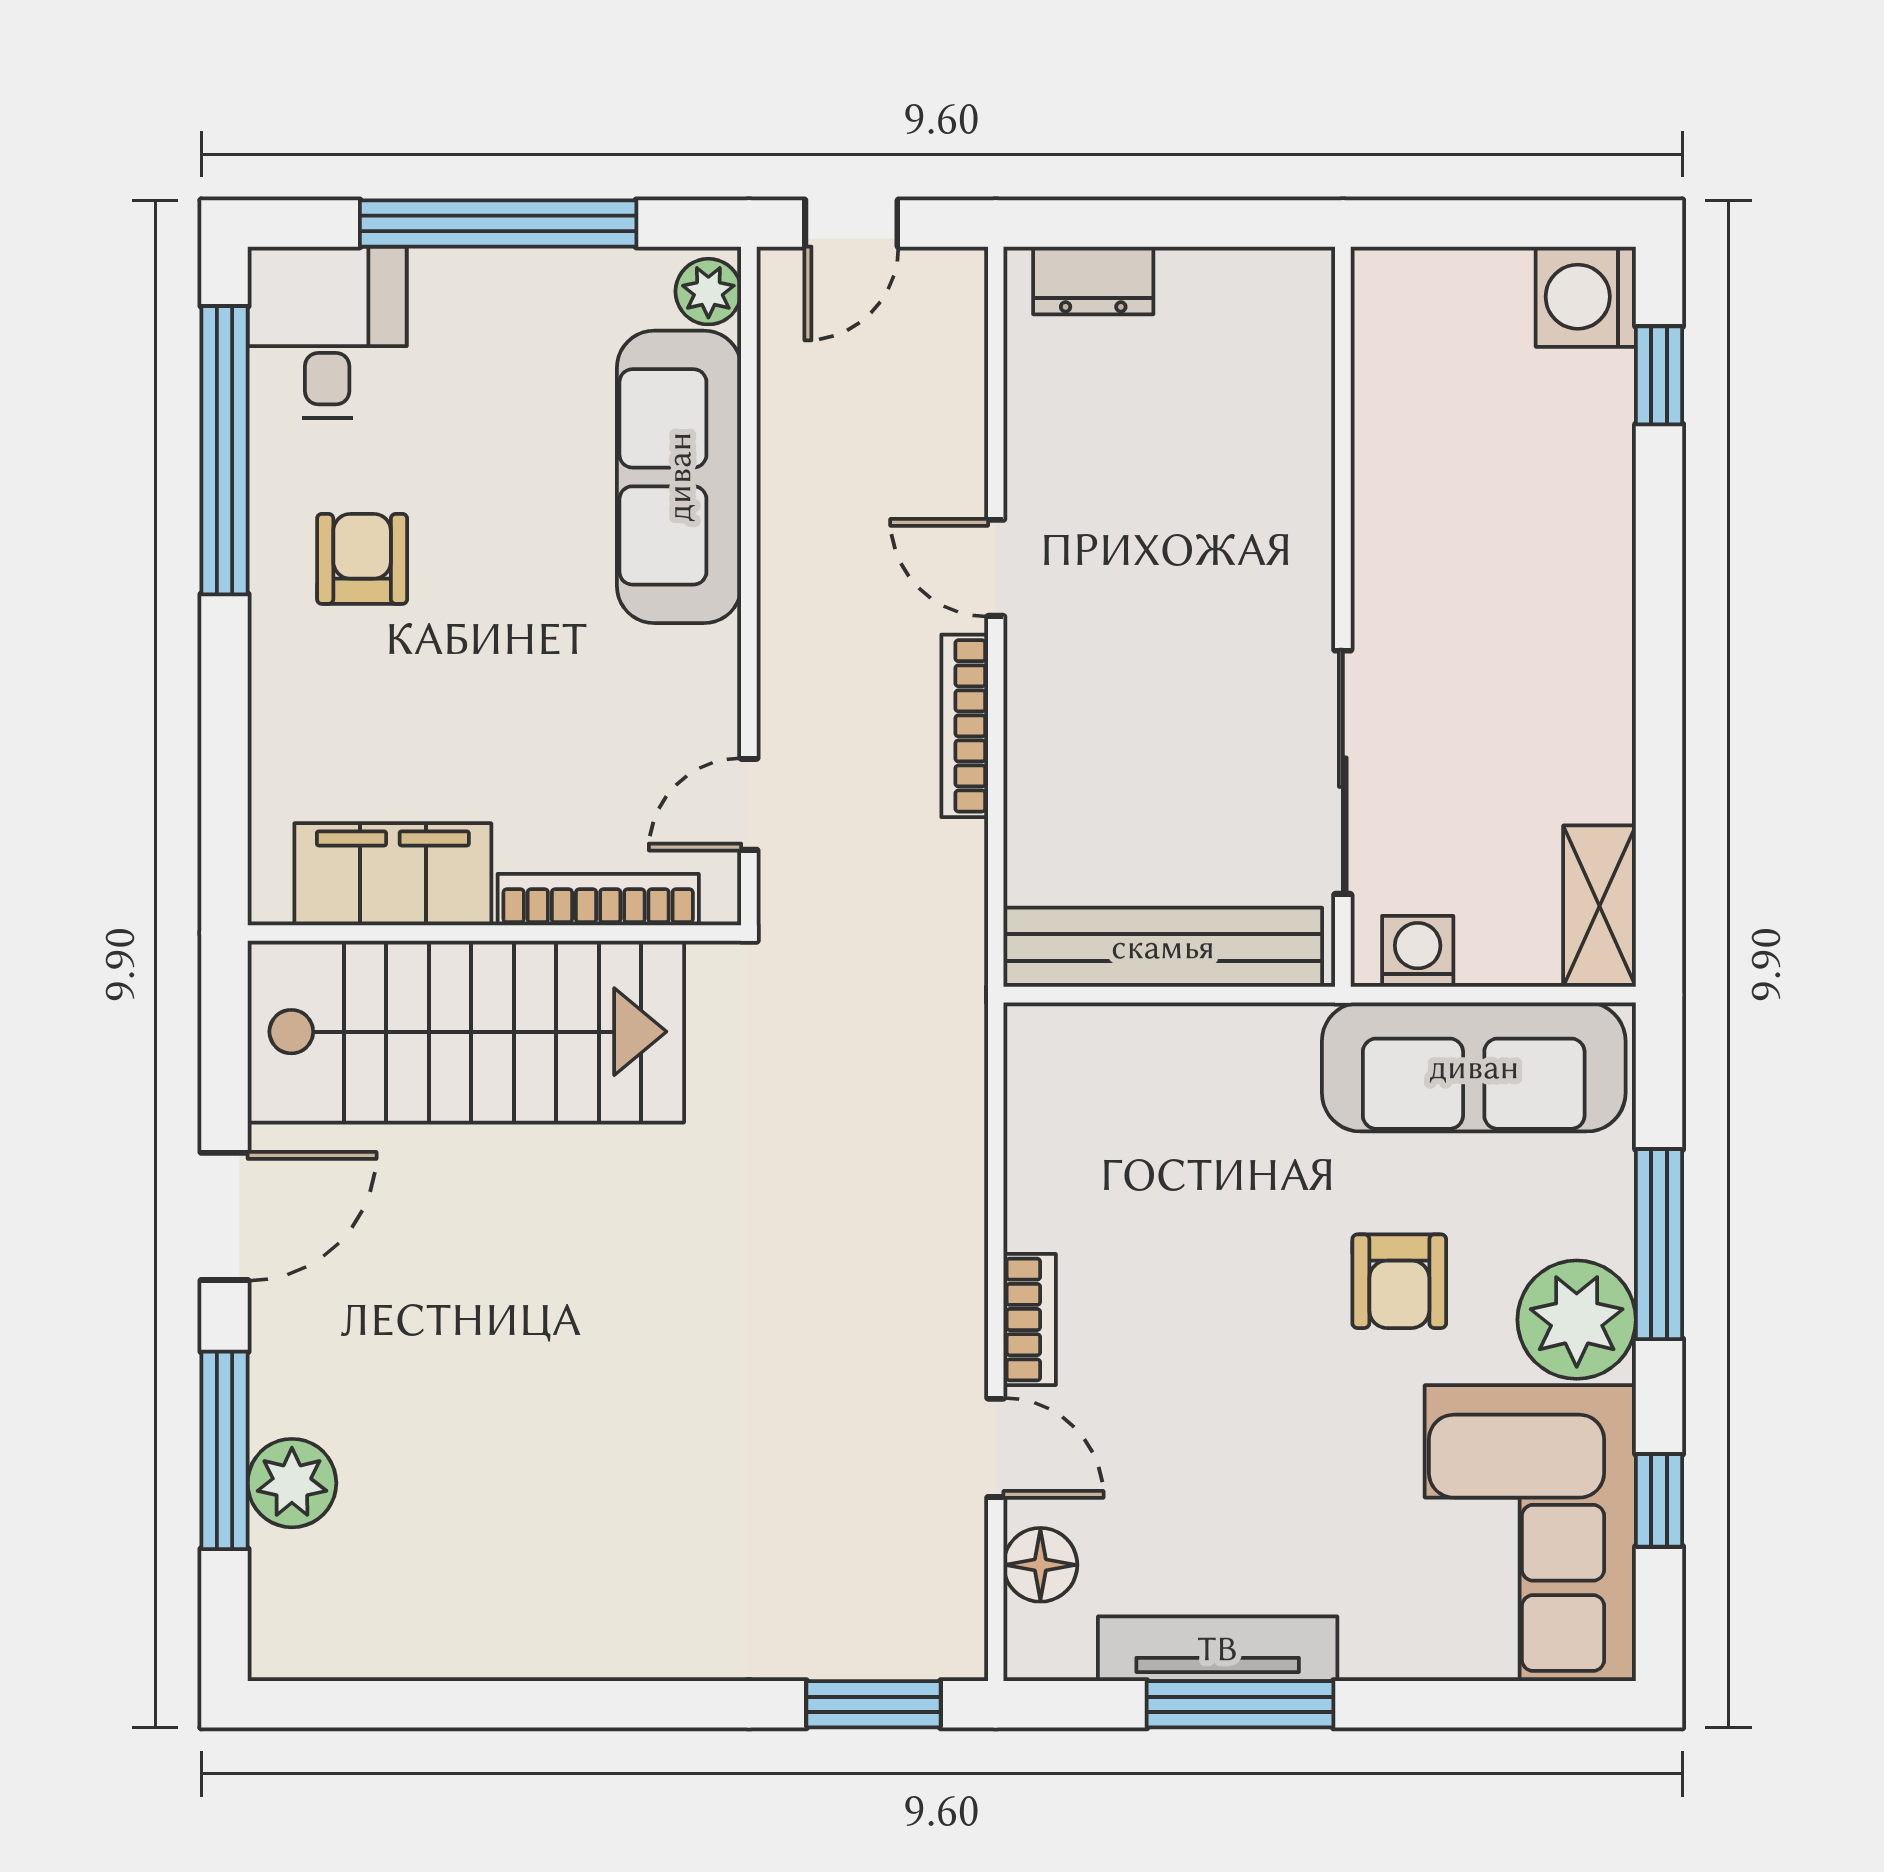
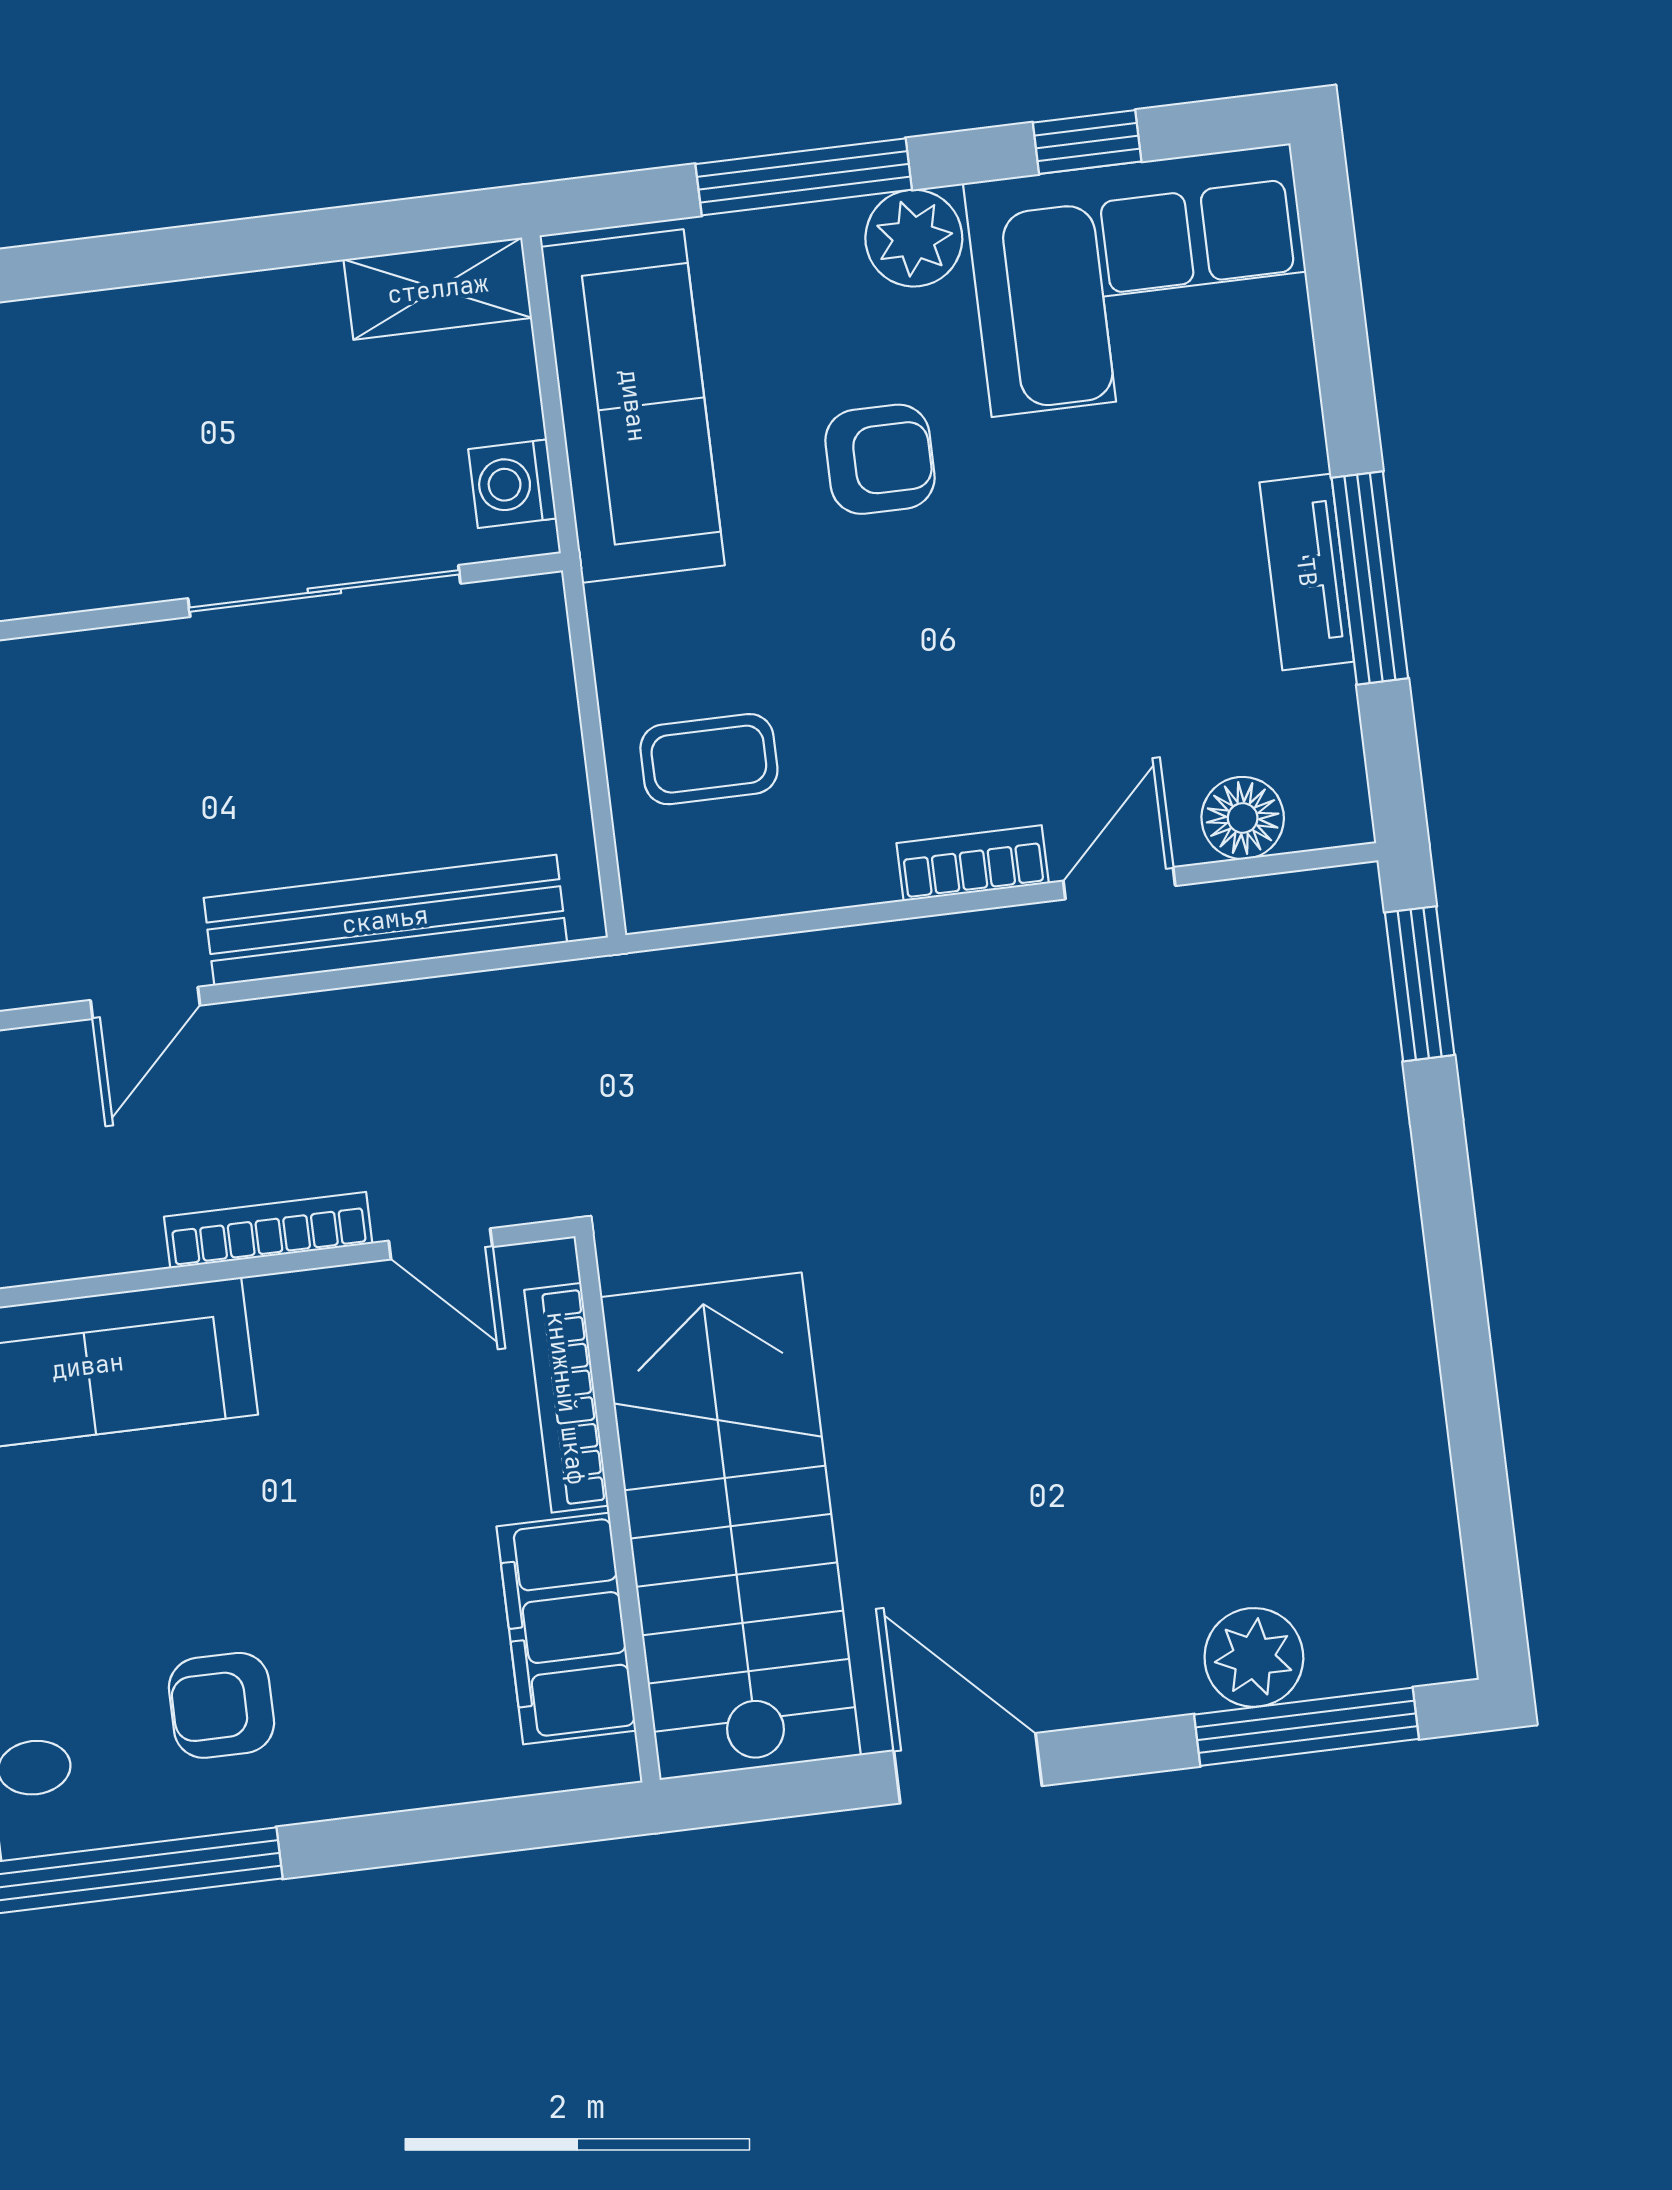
bookcase: (965, 726) -> (268, 1230), moved, turned 180
bench: (1163, 947) -> (385, 920), moved, turned 90
coffee table: (1151, 1096) -> (709, 759), added
plant: (1577, 1320) -> (914, 238), width x0.73, depth x0.73
window: (224, 1450) -> (1307, 1727), moved
tv unit: (1218, 1649) -> (1307, 572), width x0.71

